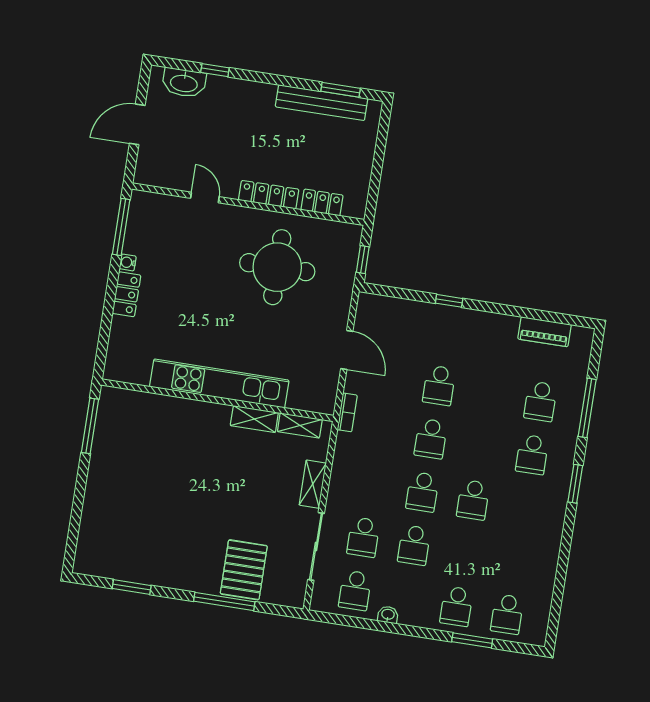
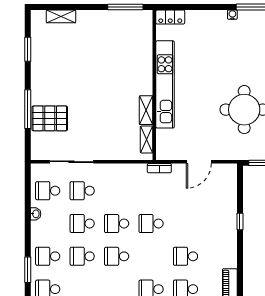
locker: (127, 294) -> (170, 17), moved
school desk: (439, 385) -> (186, 256), moved
shelving: (313, 484) -> (61, 16), moved
school desk: (465, 553) -> (82, 256), added

